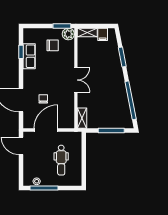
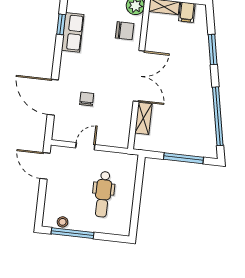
chair: (53, 45) -> (125, 31), moved
double door: (76, 80) -> (139, 76), width x1.37
shelving: (82, 118) -> (143, 118), moved
door: (46, 130) -> (85, 146), width x0.53

